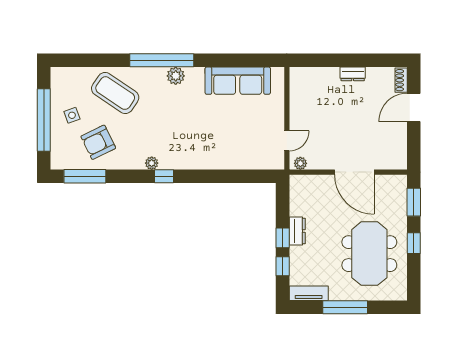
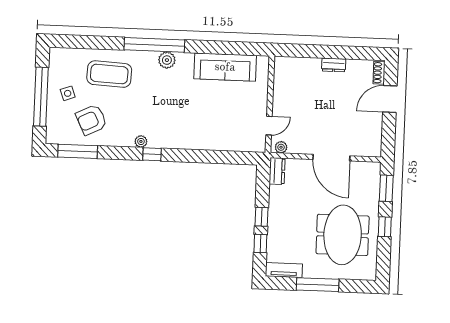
coffee table: (115, 93) -> (109, 74), turned -31
dresser: (297, 231) -> (277, 171), moved

